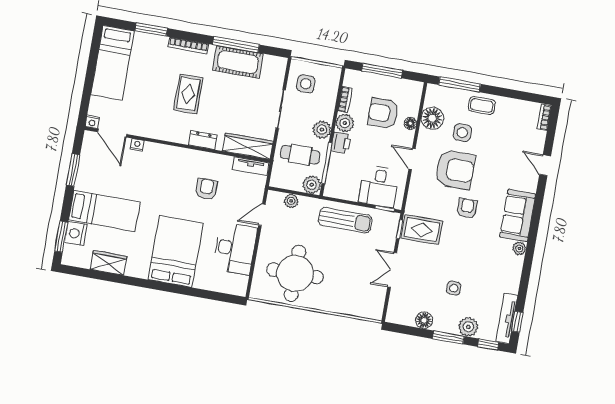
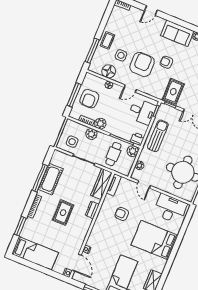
rug: (188, 94) -> (63, 213), turned 90
armchair: (383, 113) -> (89, 99), moved
plant: (322, 130) -> (91, 134), moved
door: (112, 133) -> (77, 263), hinge flipped
printer: (341, 143) -> (137, 139), moved
desk: (235, 249) -> (170, 209), moved

